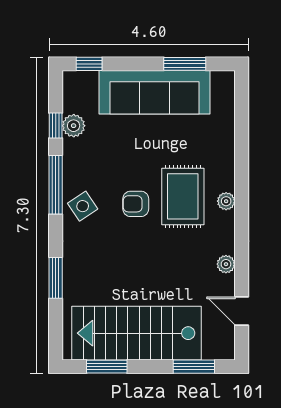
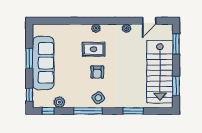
window: (185, 64) -> (29, 58), moved
window: (56, 125) -> (48, 111), moved
rug: (183, 196) -> (94, 49), width x0.73, depth x0.70

